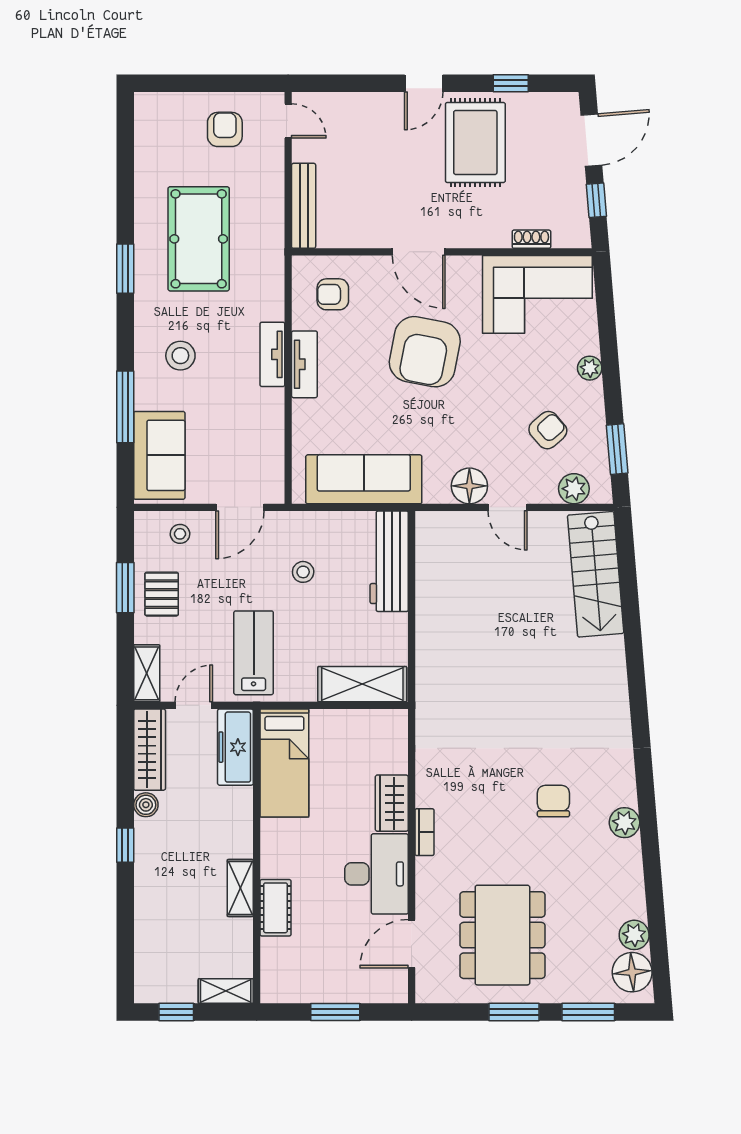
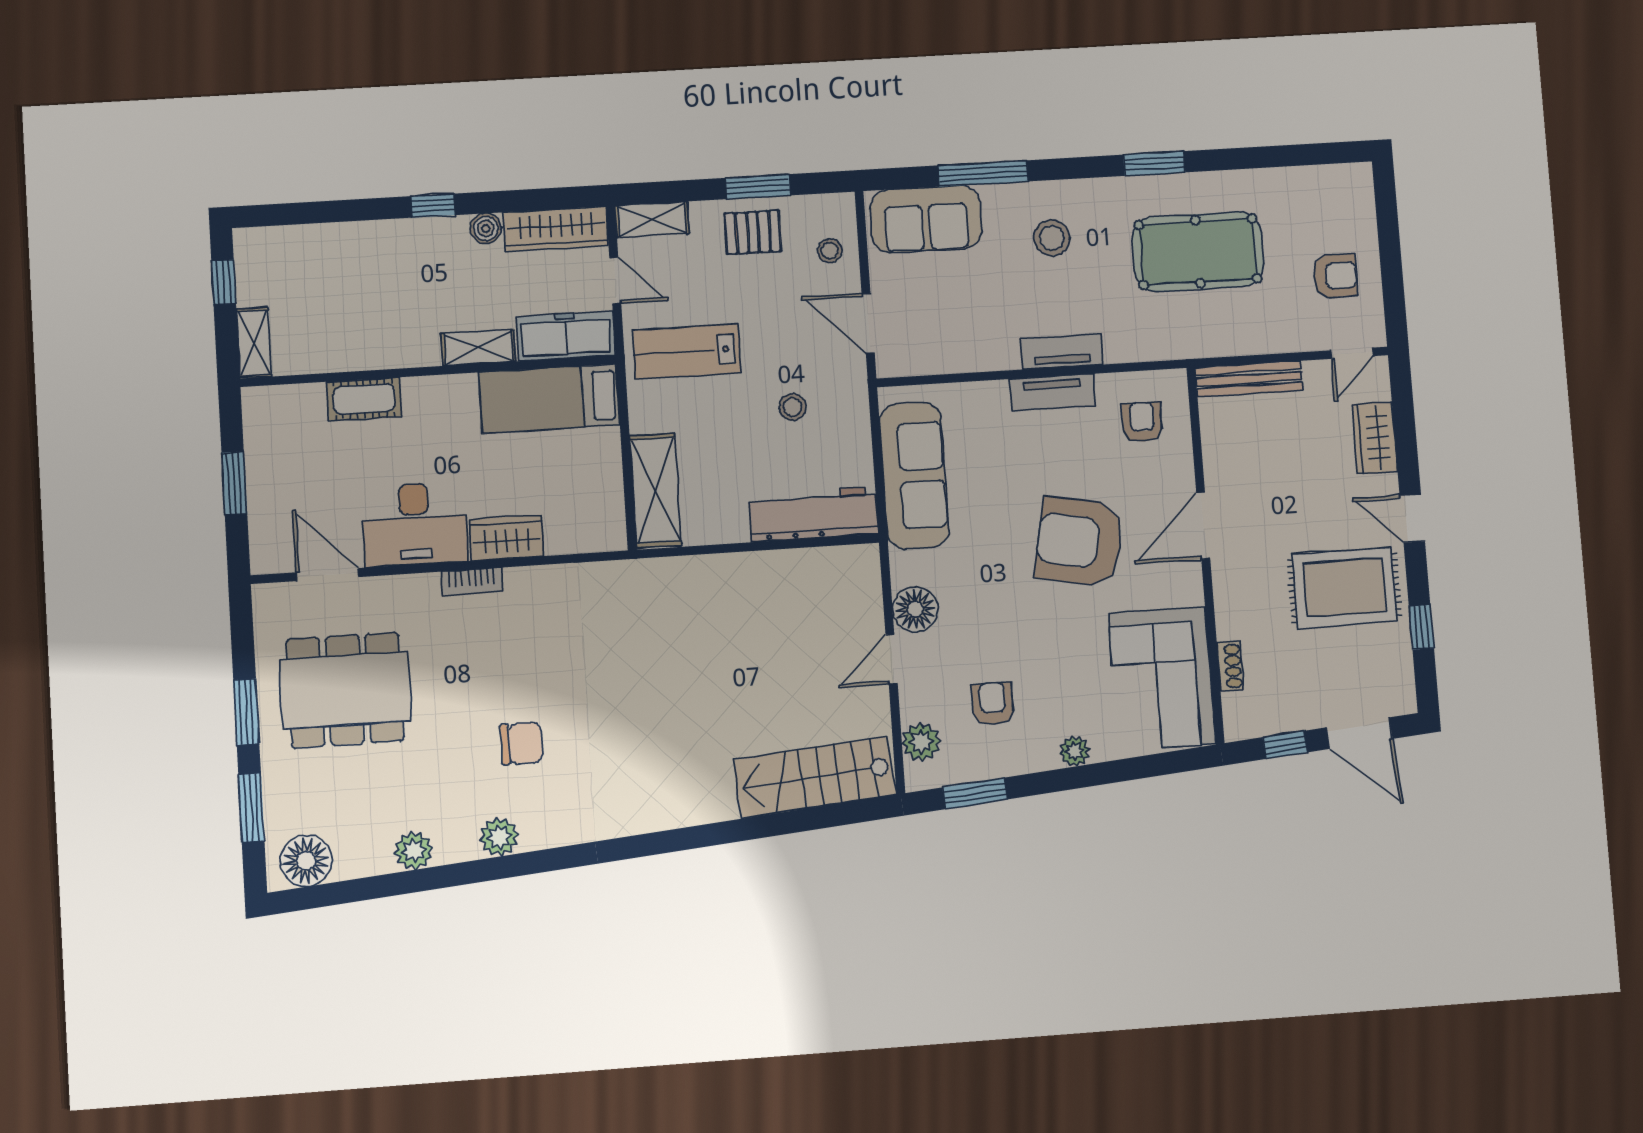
wardrobe: (357, 108) -> (1375, 438), added
armchair: (548, 430) -> (993, 704), turned -139
lab bench: (254, 653) -> (687, 351), turned 180
shelving: (240, 888) -> (478, 347), moved
plant: (634, 935) -> (414, 851), moved

